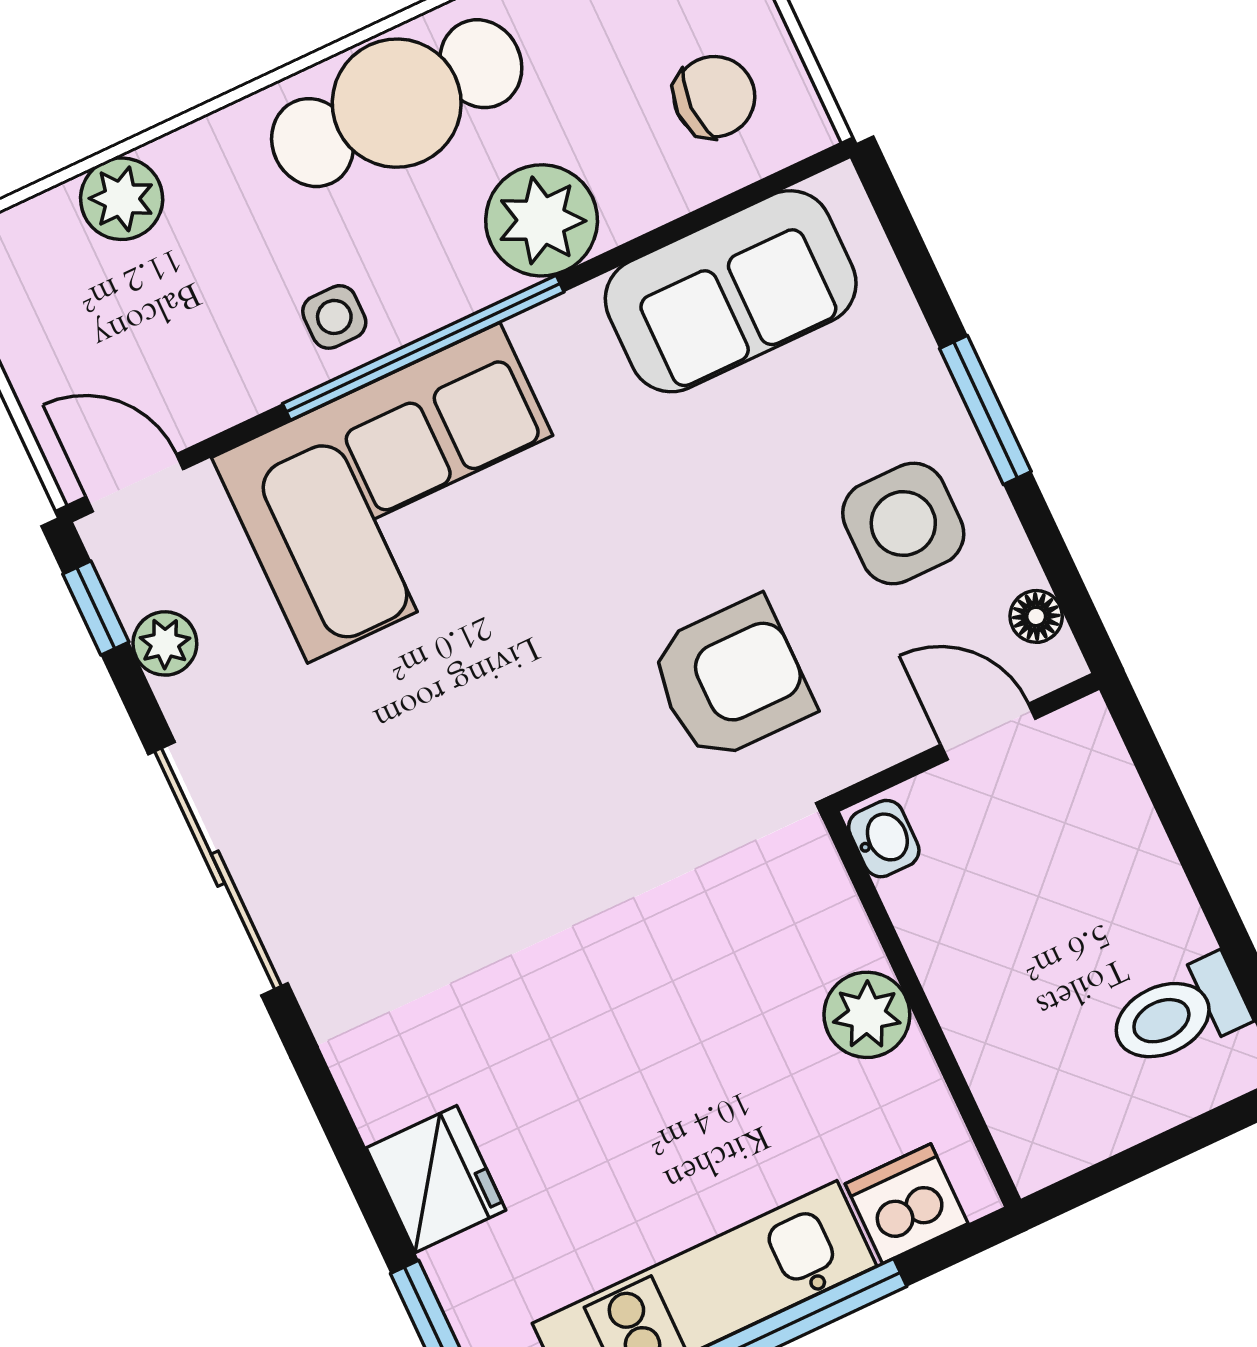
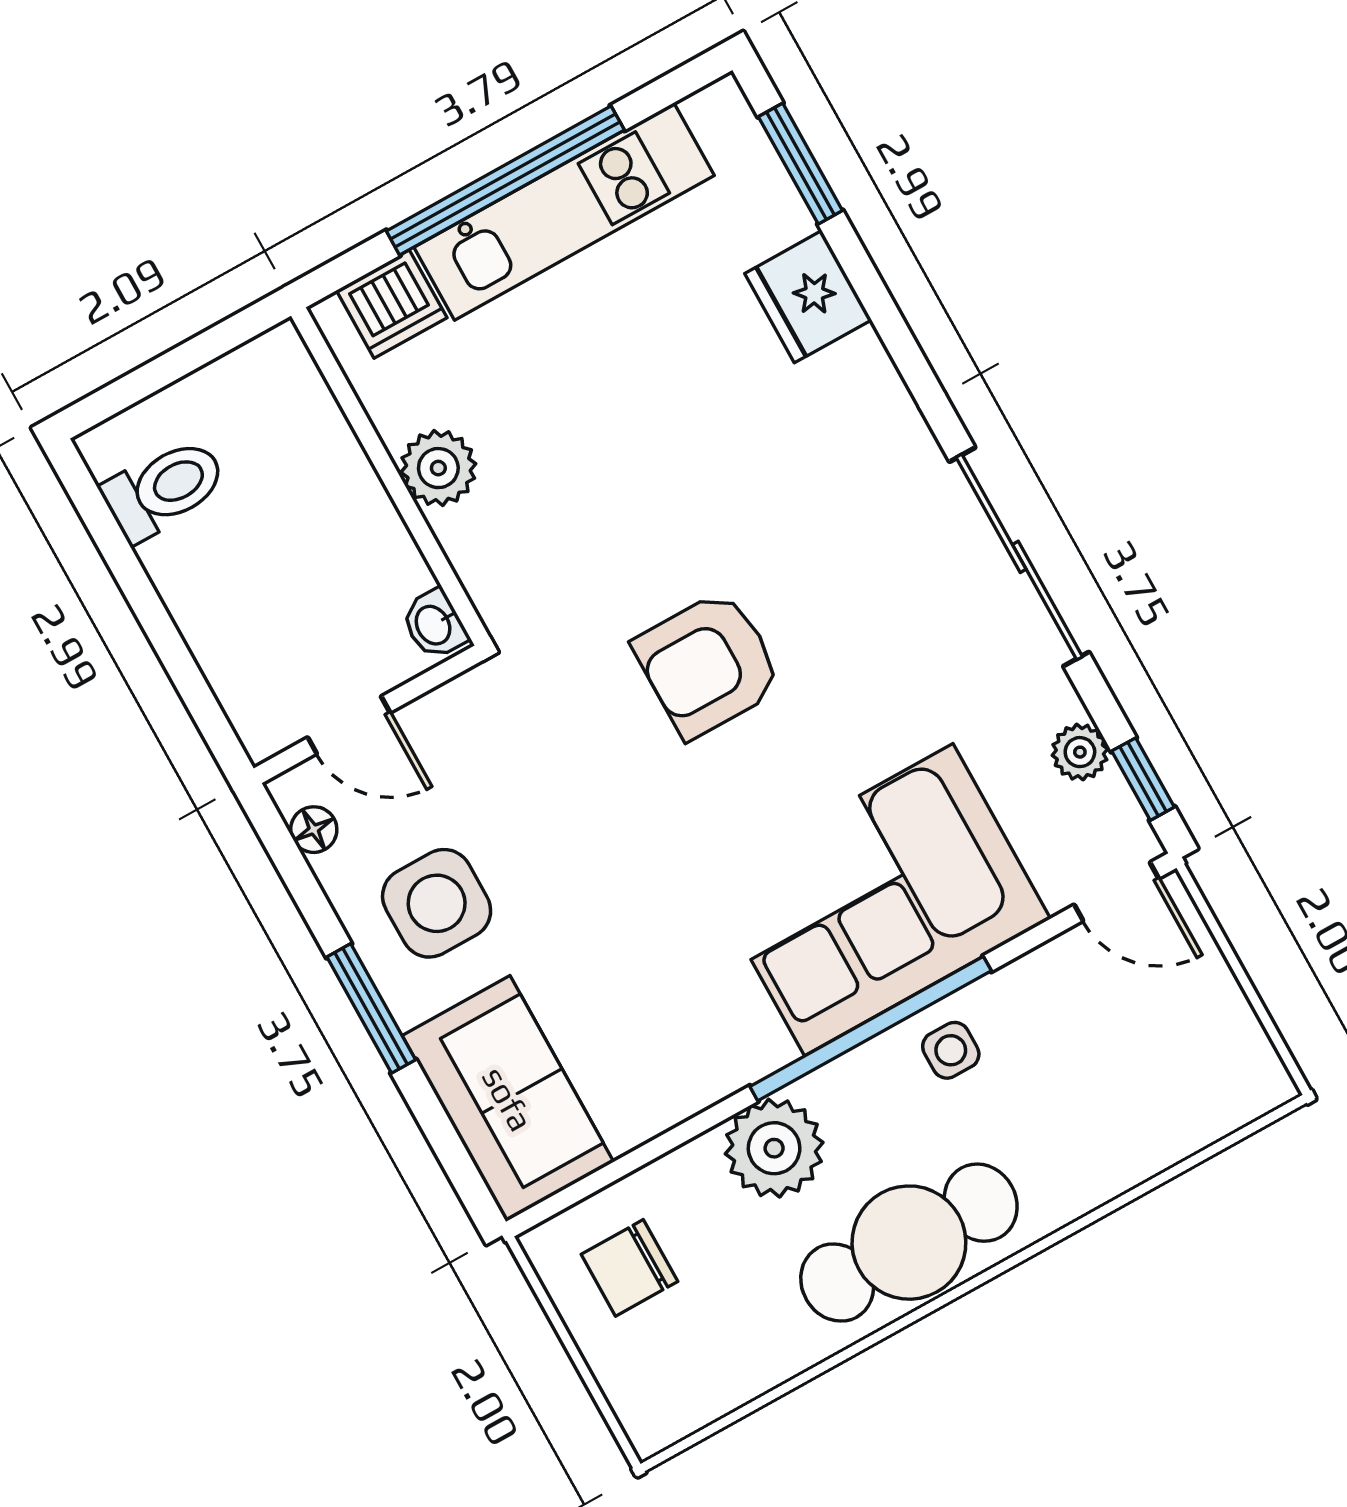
plant: (122, 199) -> (1145, 1141), removed
sofa: (731, 291) -> (508, 1099), moved, turned 90
armchair: (731, 679) -> (708, 664), moved

